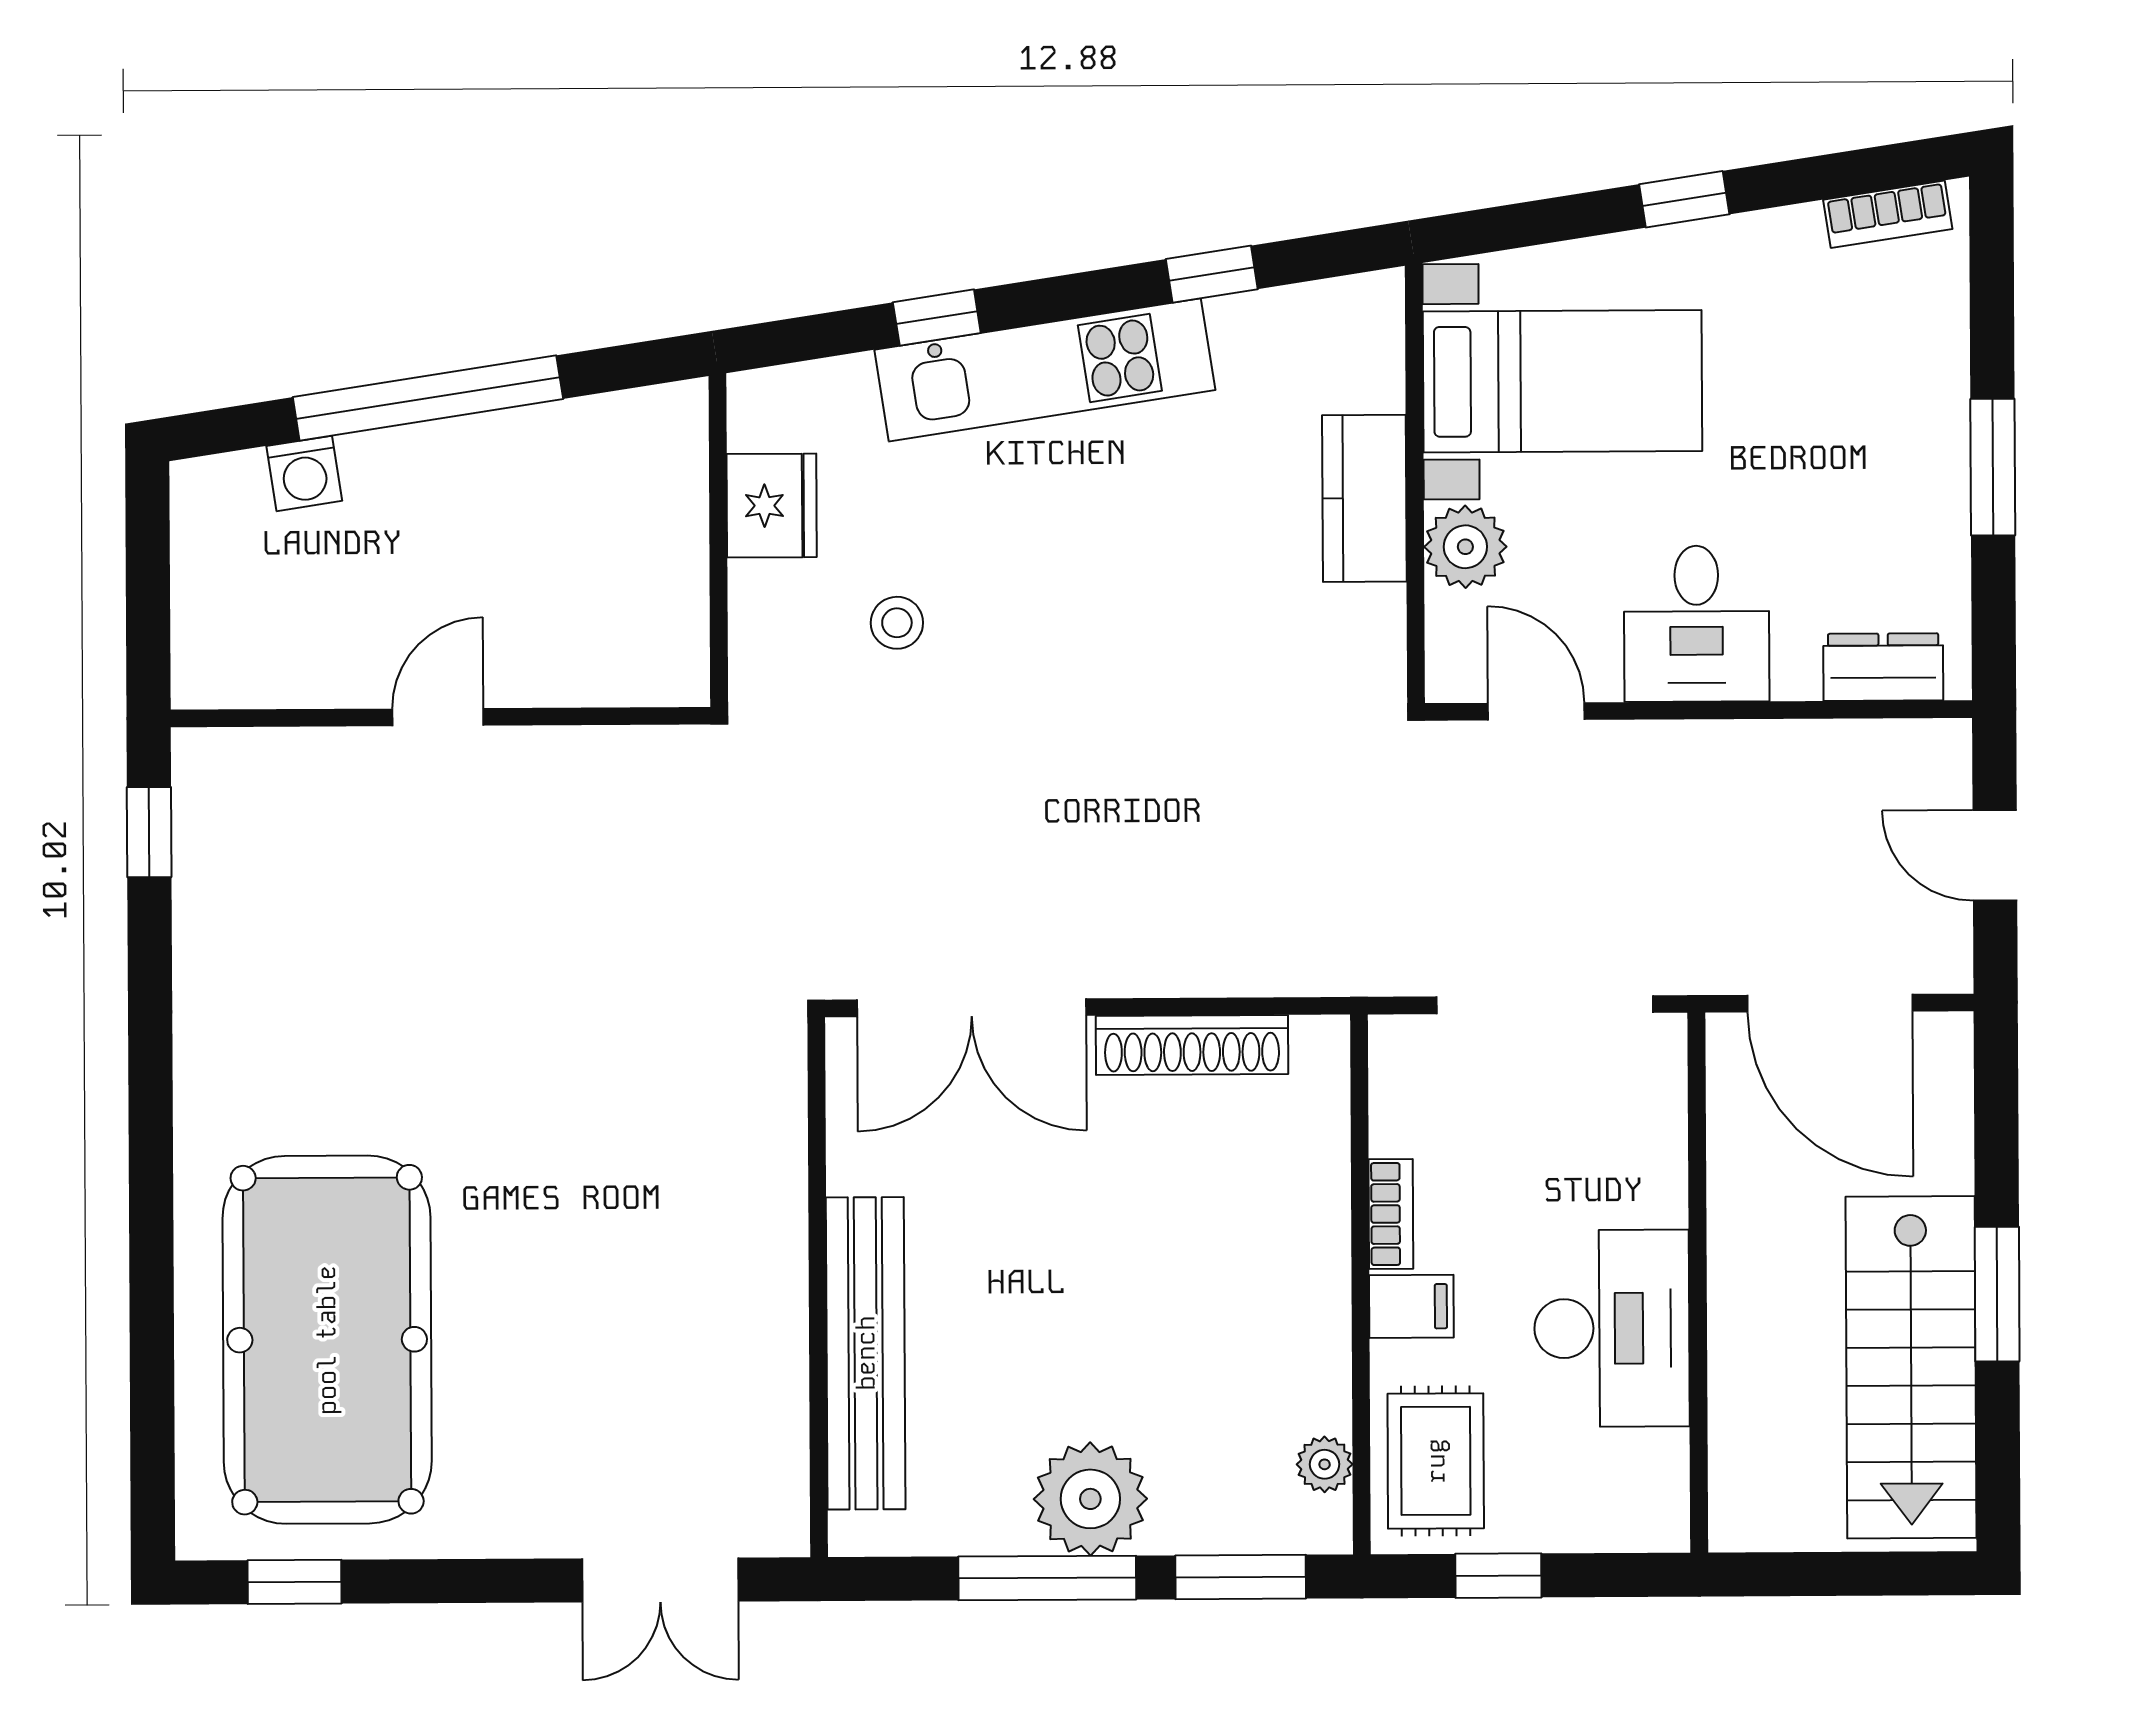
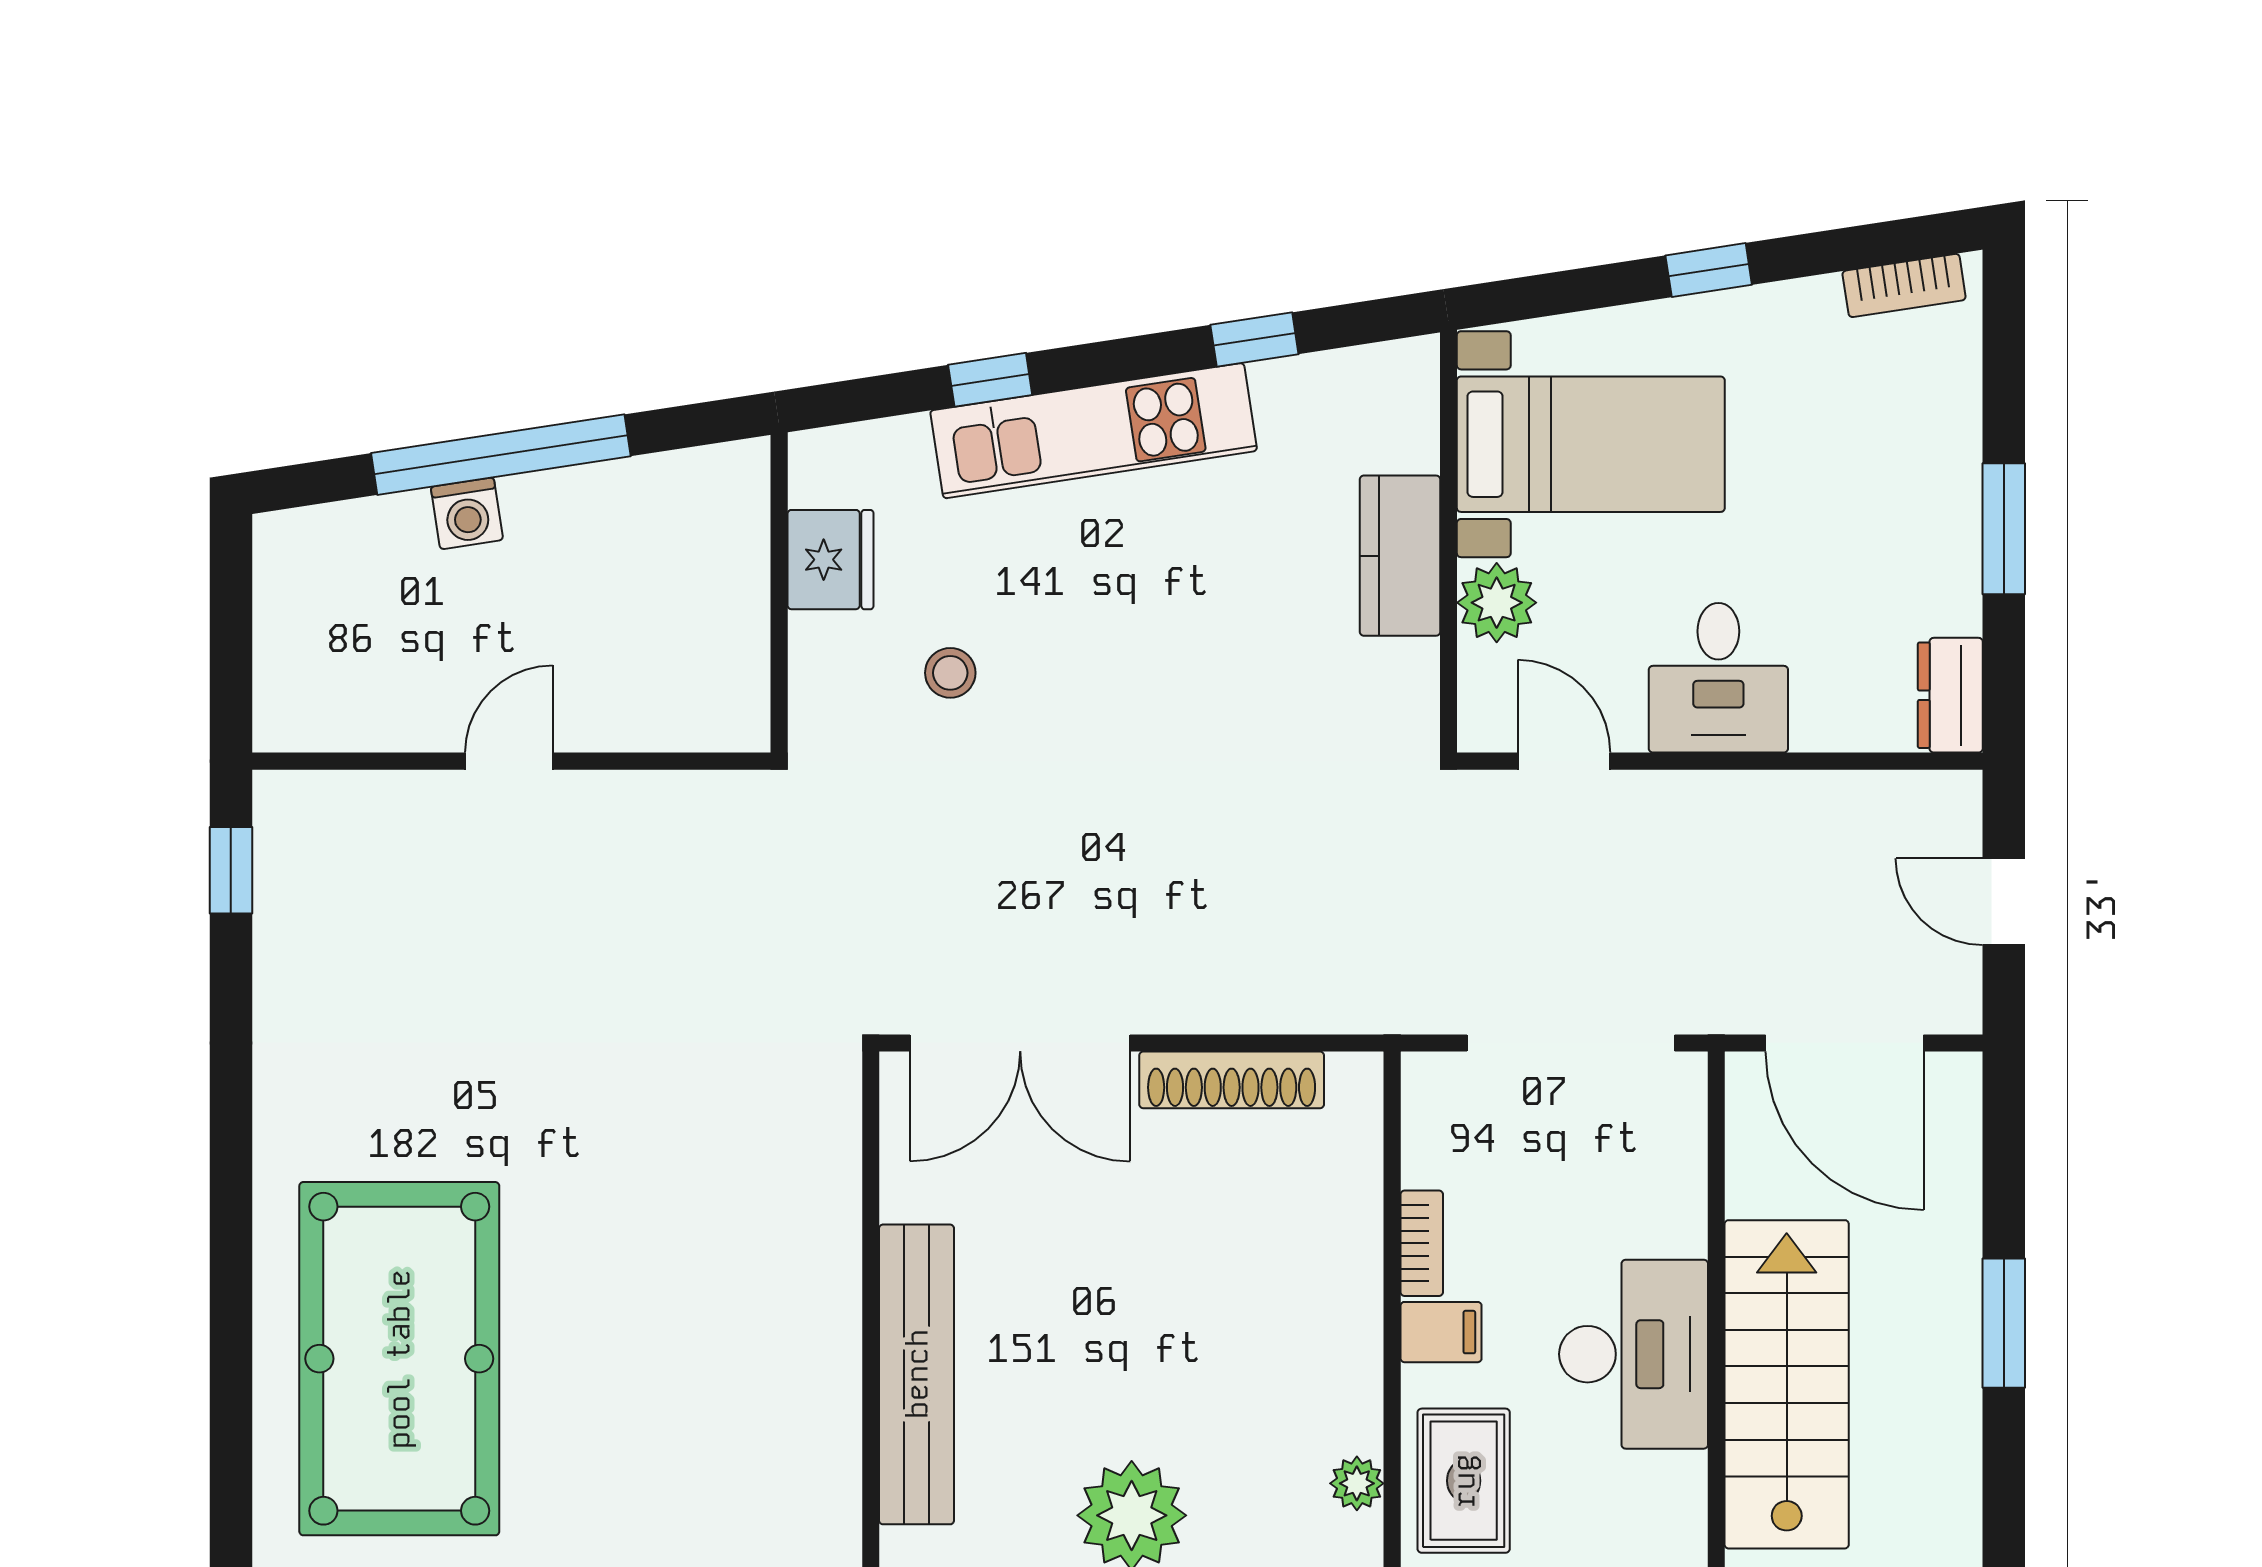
washing machine: (304, 473) -> (467, 513), moved
dresser: (1883, 667) -> (1950, 695), moved, turned -90
stairs: (1911, 1367) -> (1787, 1384), moved, turned 180

